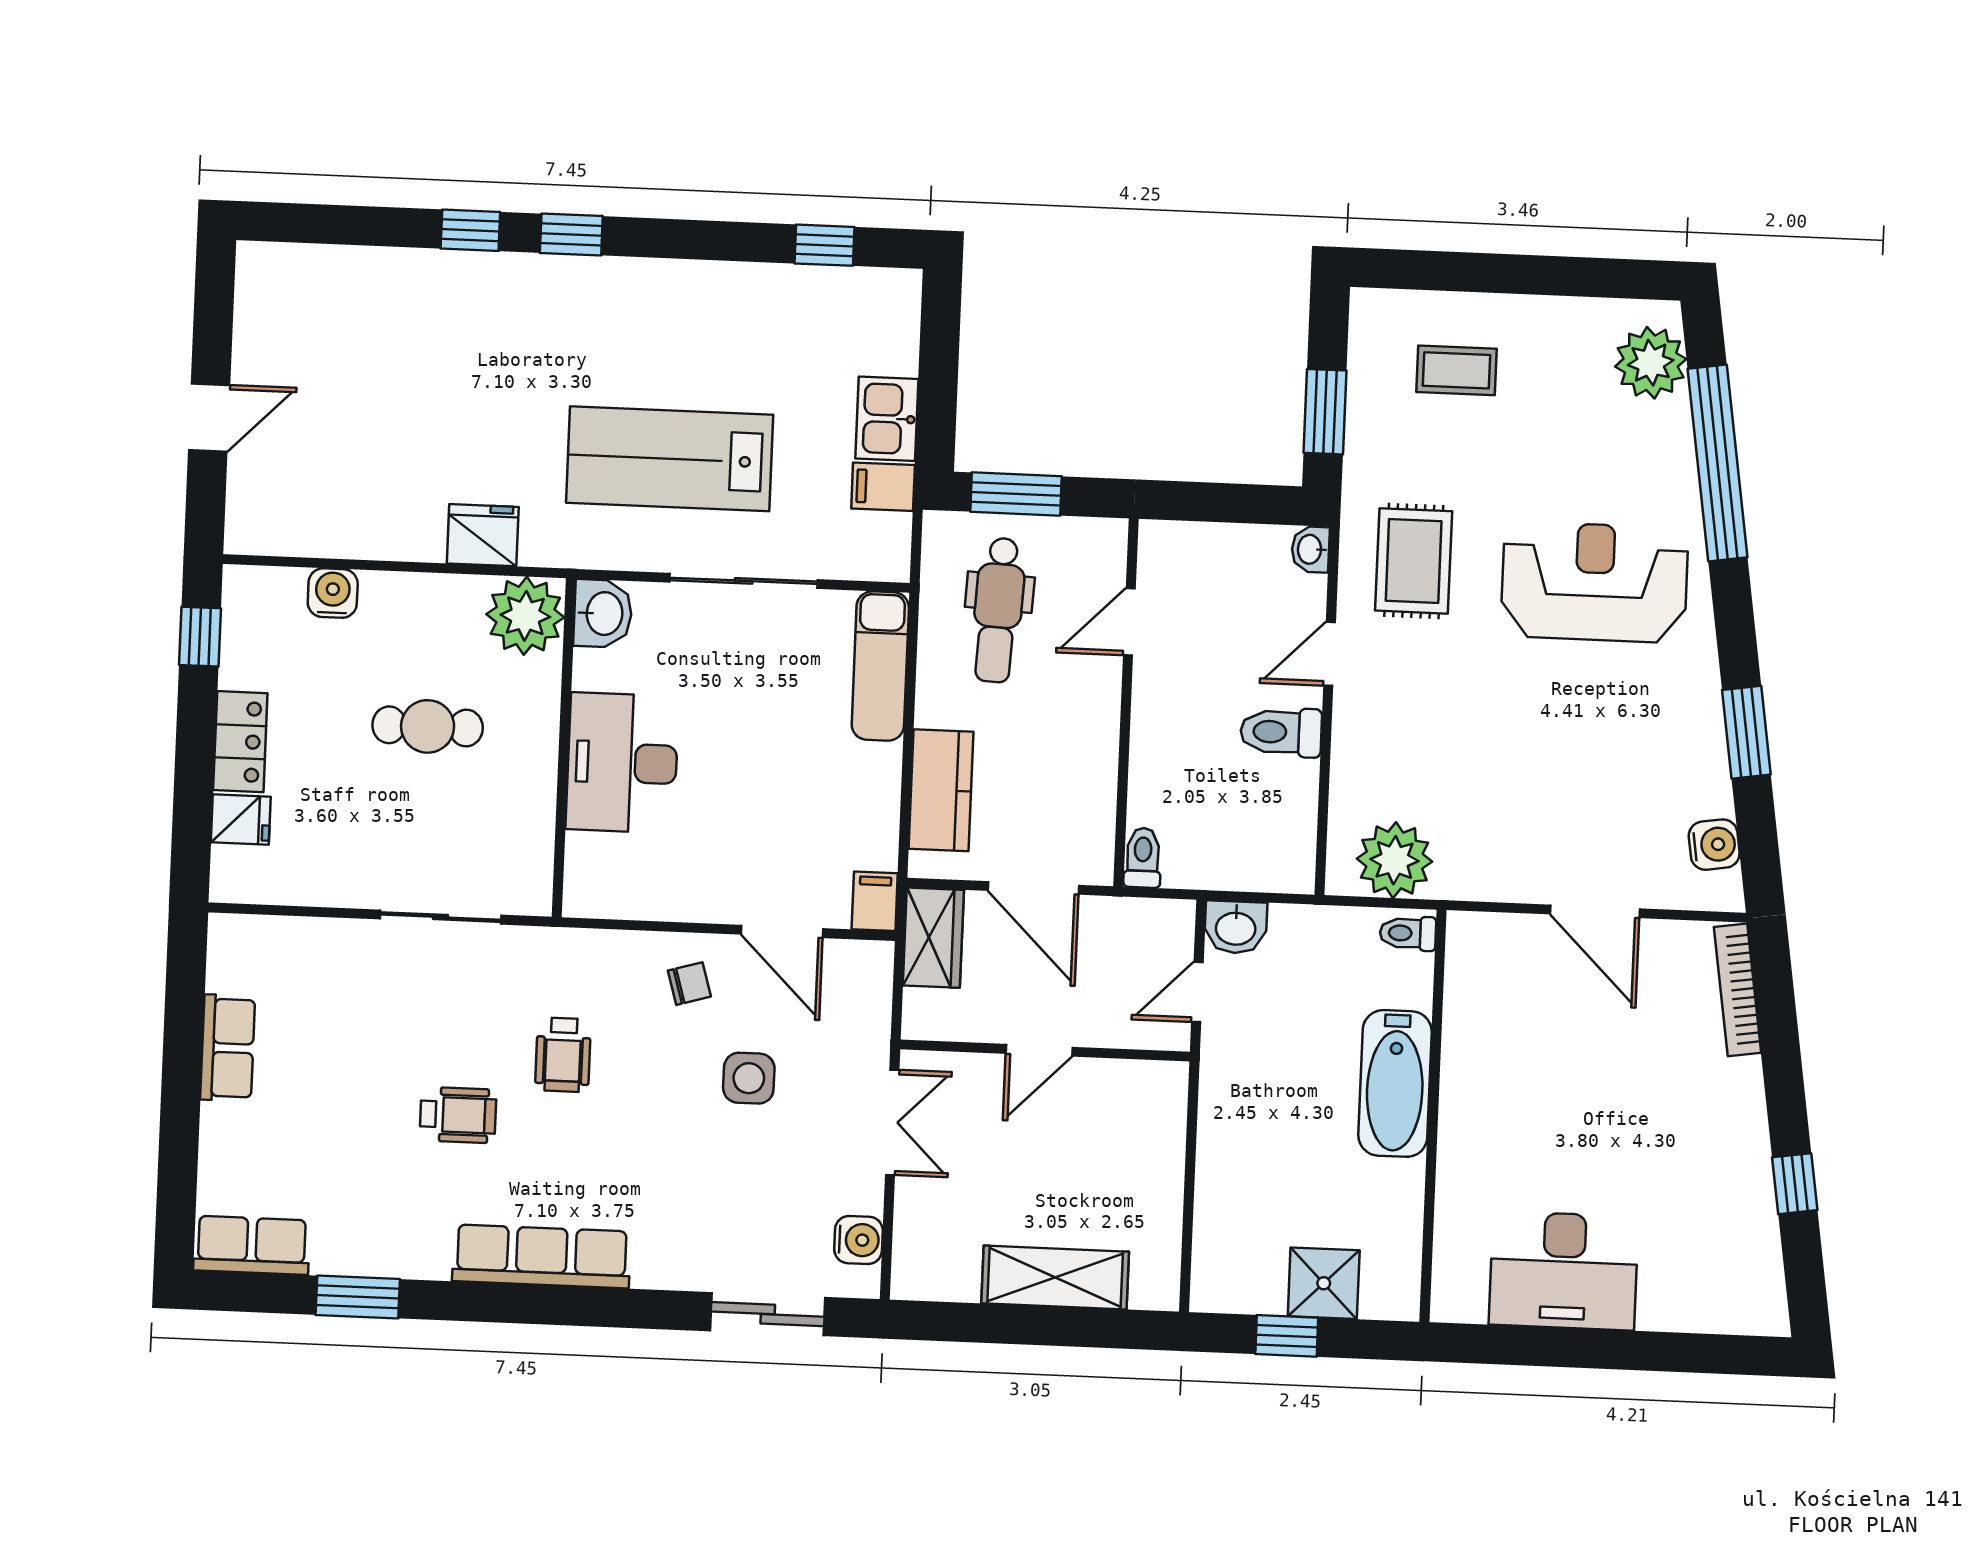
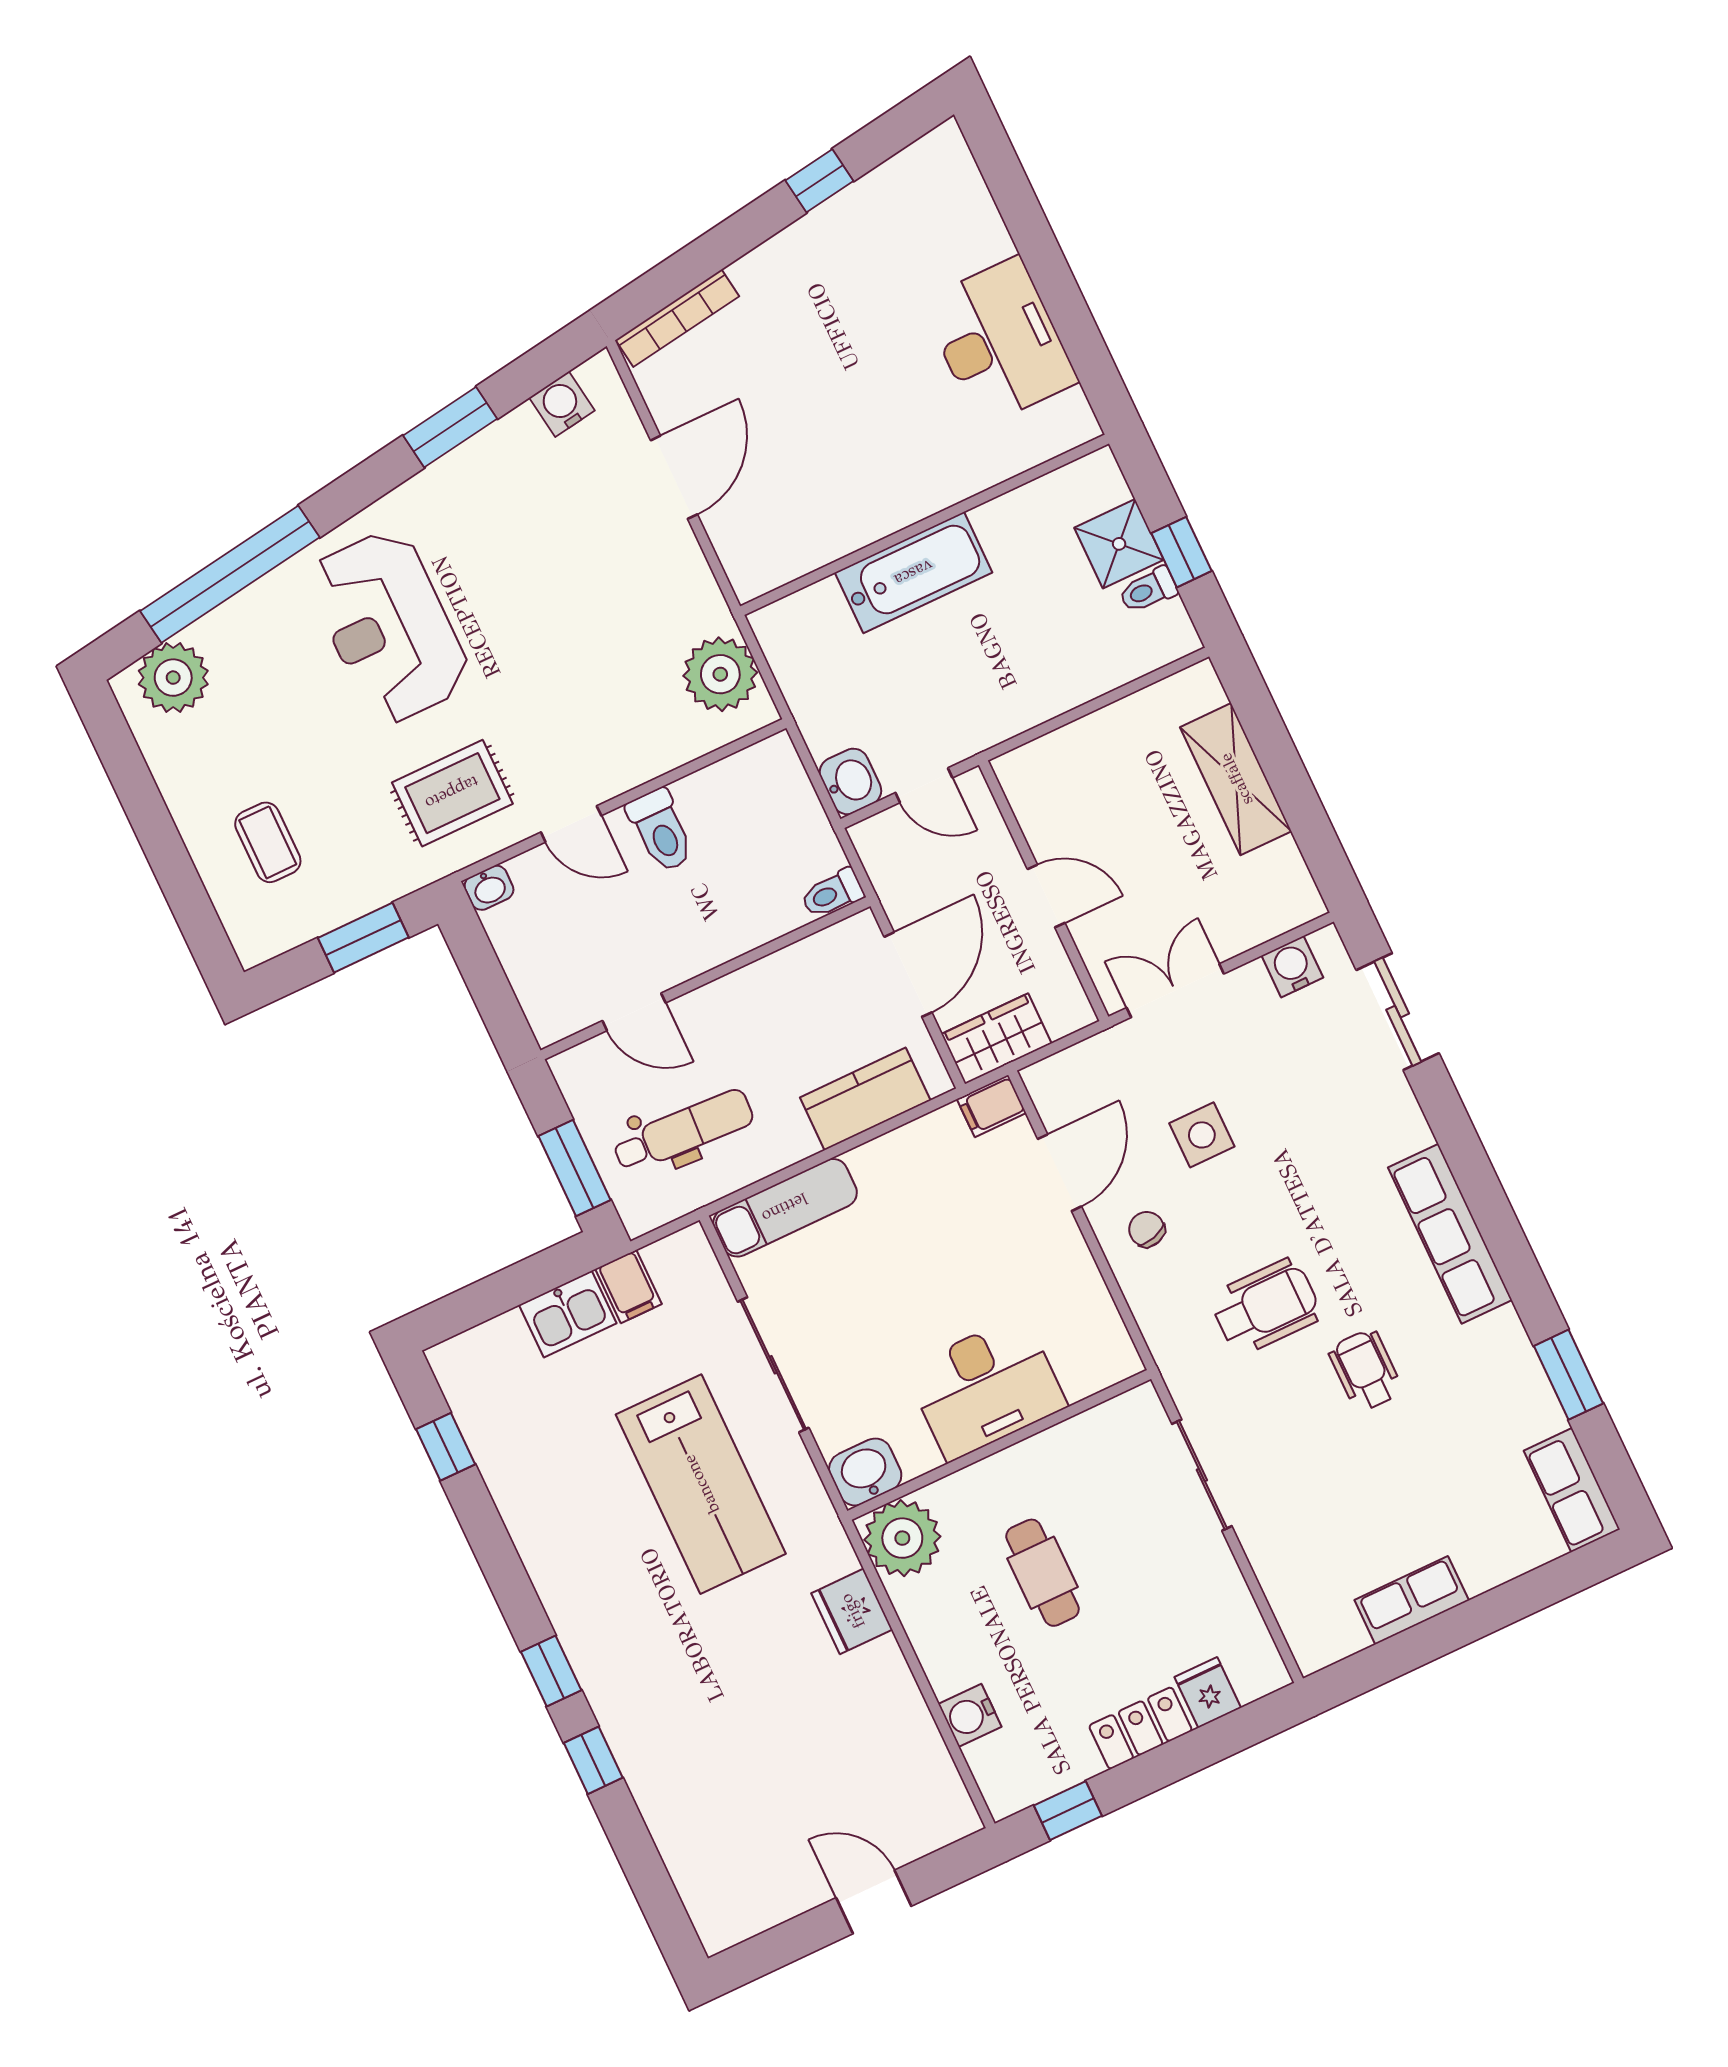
toilet: (1408, 933) -> (1148, 590), moved, turned 90
wheelchair: (563, 1055) -> (1266, 1307), width x1.36, depth x1.37

